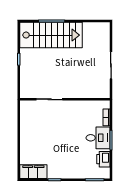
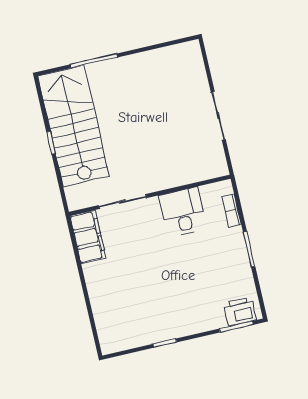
stairs: (51, 35) -> (74, 126), moved, turned -90
desk: (98, 138) -> (183, 212), moved, turned -90
printer: (103, 159) -> (240, 311), moved, turned 90
filing cabinet: (33, 172) -> (88, 237), moved, turned 90

